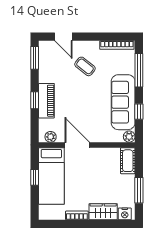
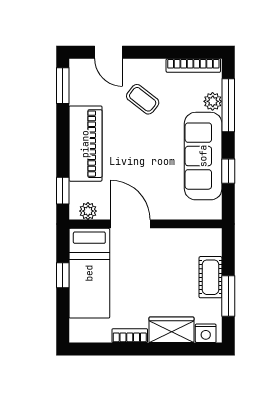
window: (35, 100) -> (63, 191), moved
piano: (46, 101) -> (85, 144), width x1.37, depth x1.33
plant: (129, 137) -> (213, 101), moved
cot: (128, 161) -> (211, 277), moved

